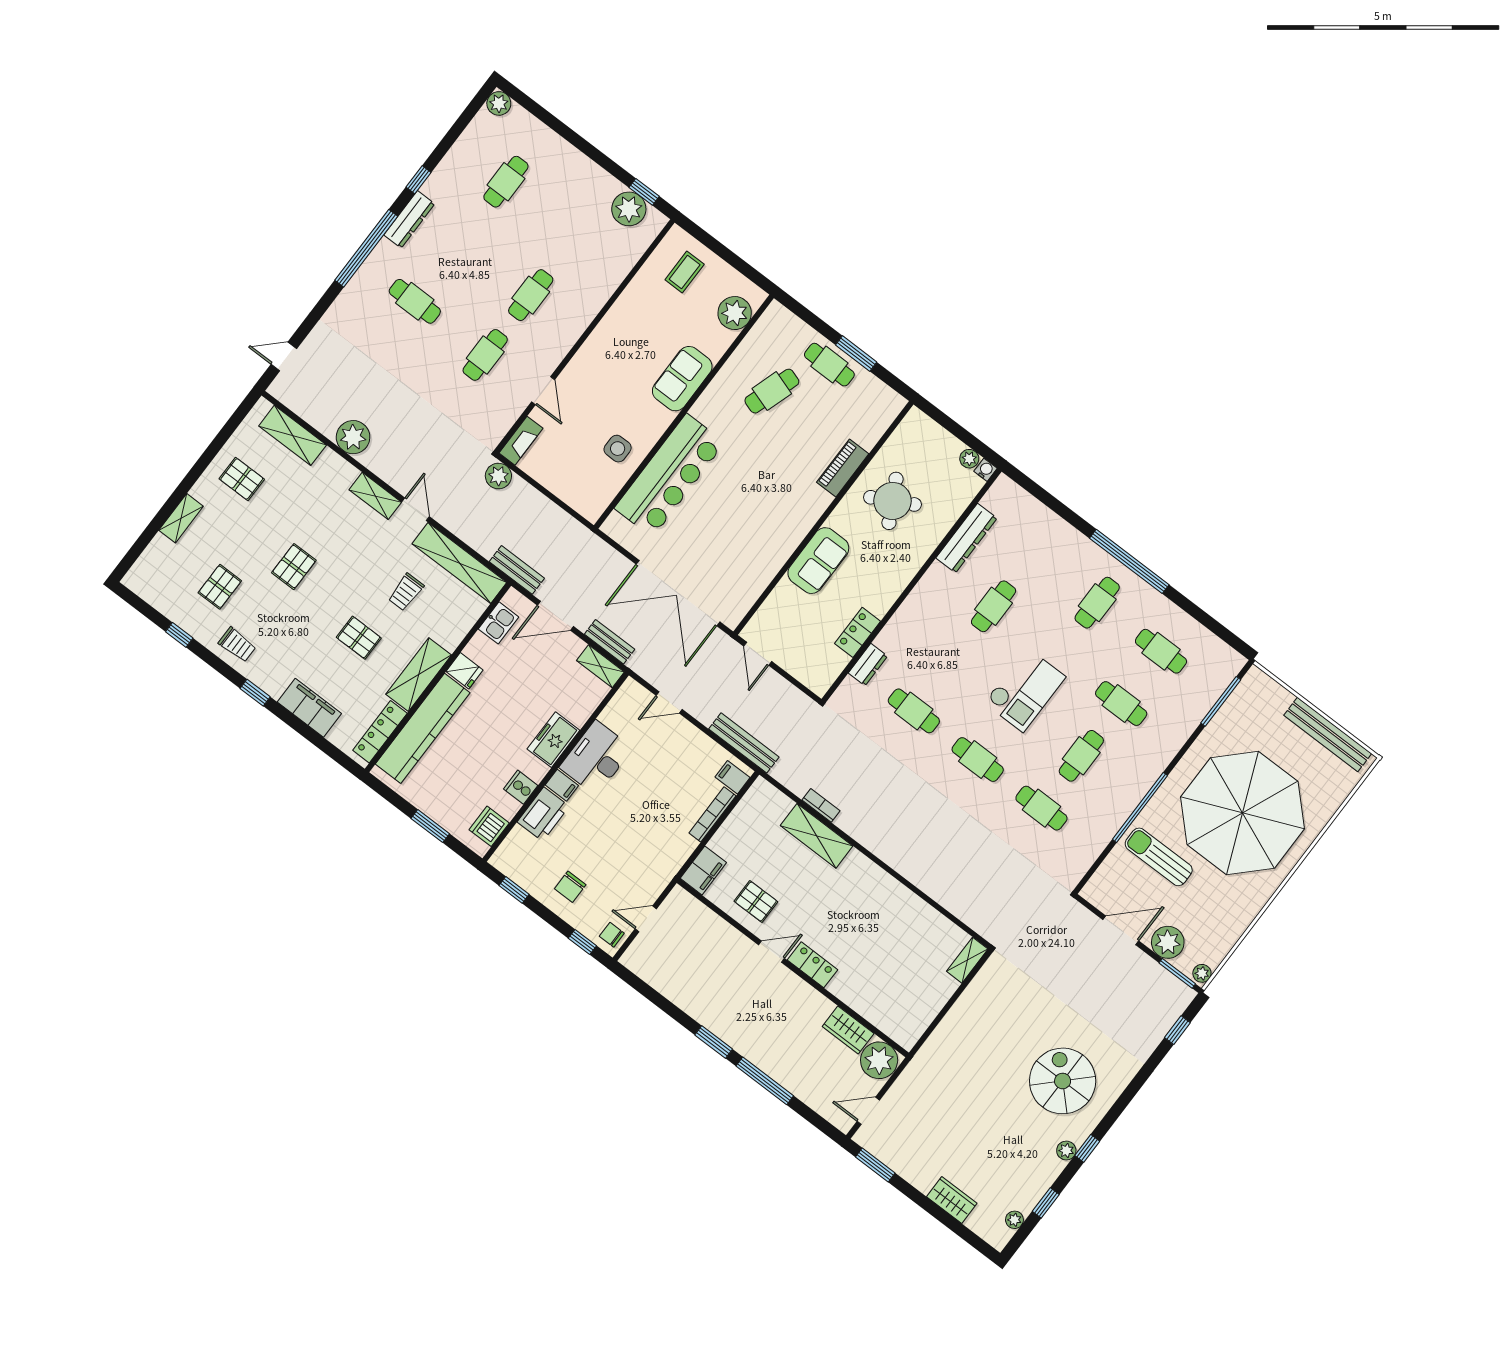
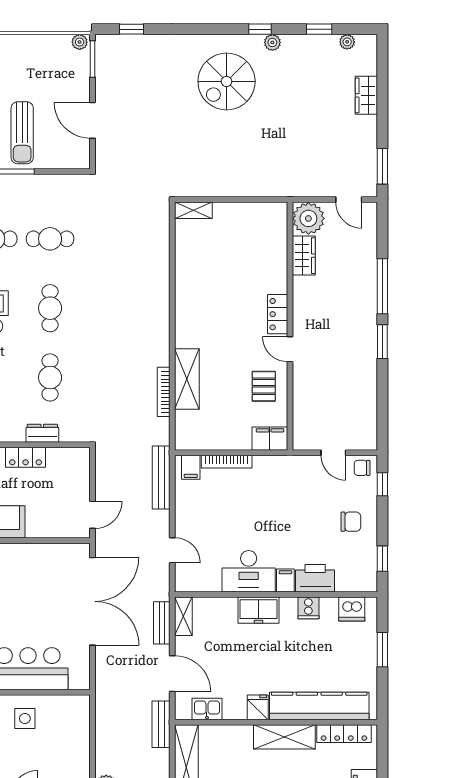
bookcase: (821, 805) -> (164, 392), width x1.56
cafe table: (1041, 808) -> (50, 239), turned 90
chair: (612, 935) -> (362, 468), turned 90
plant: (1168, 942) -> (76, 82), removed

